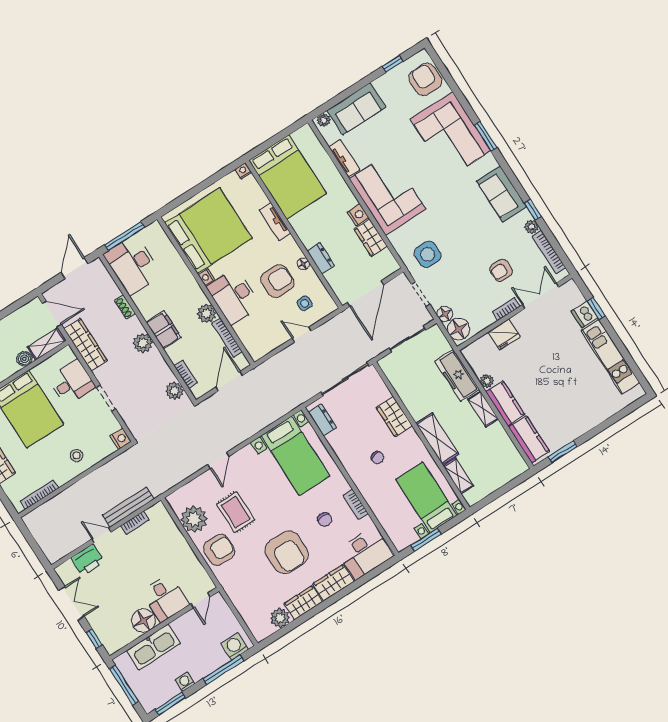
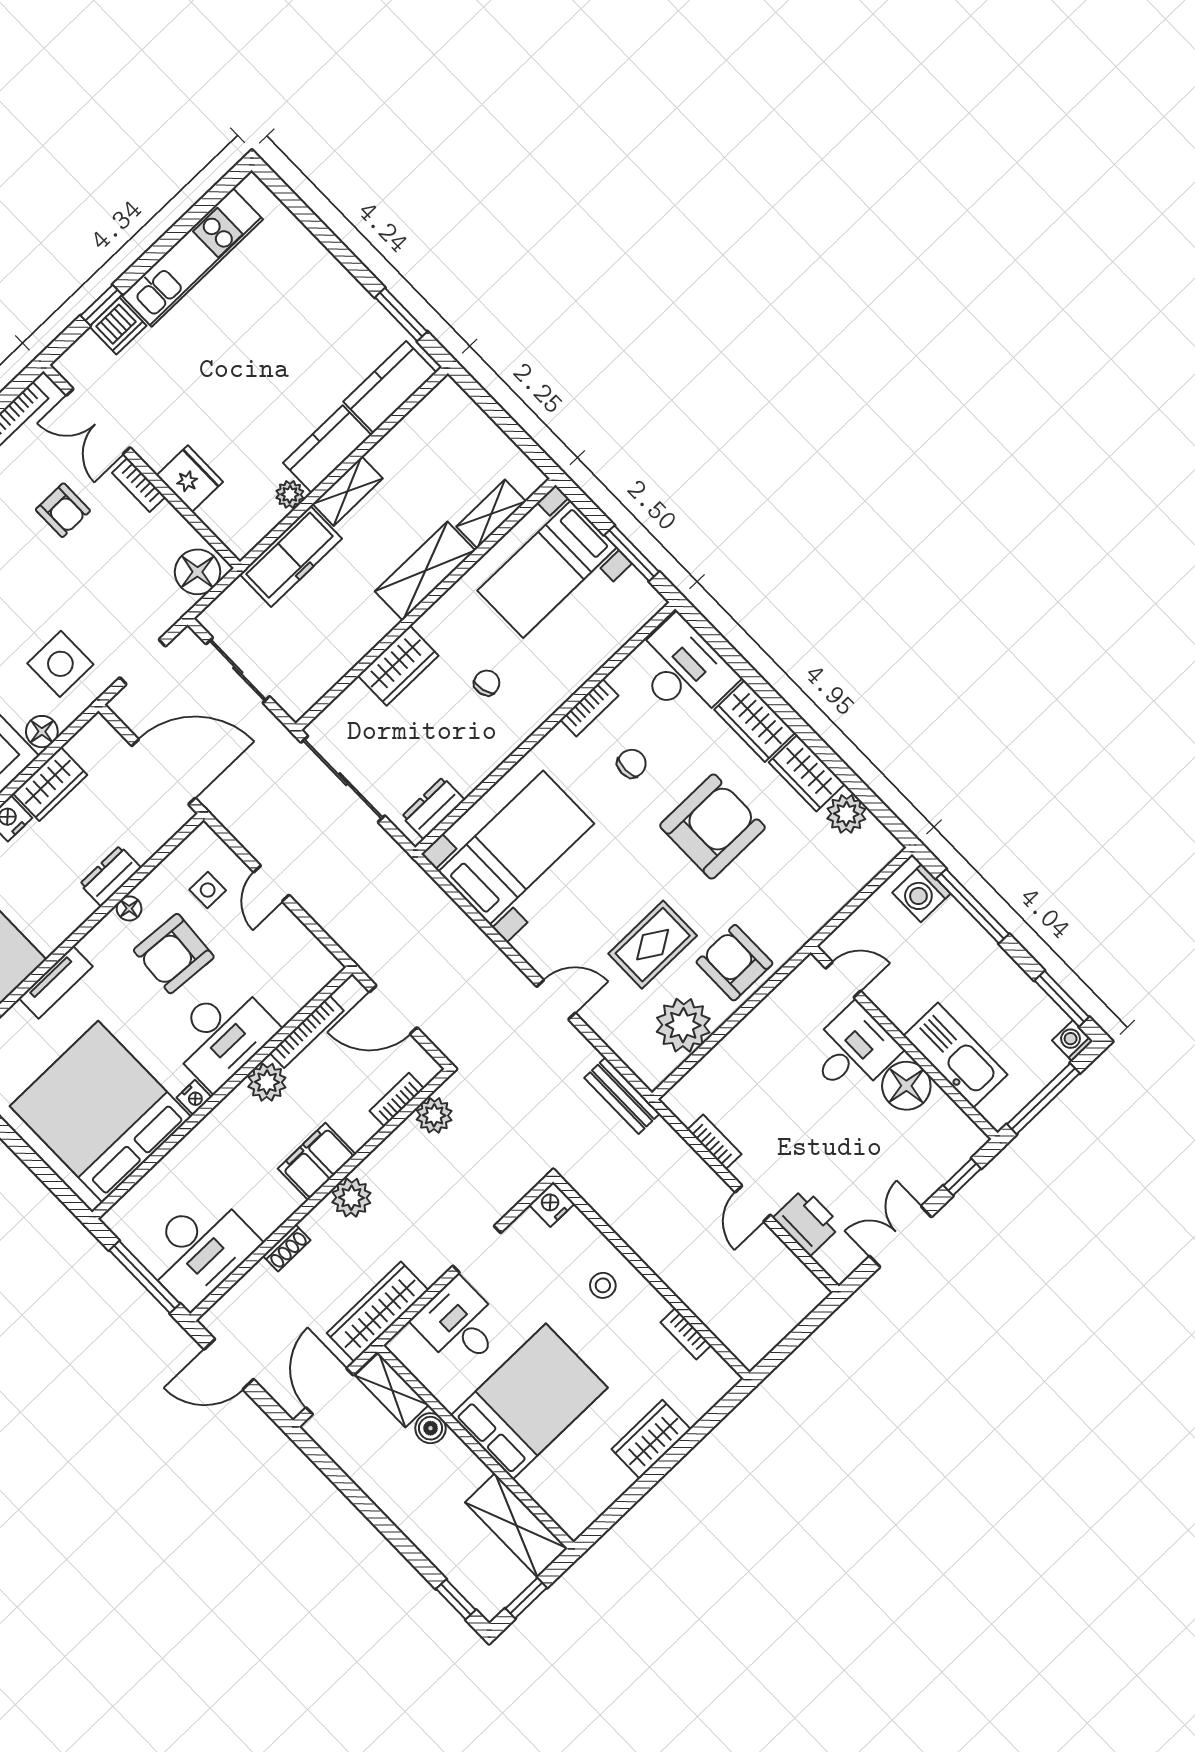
armchair: (277, 281) -> (174, 954), turned -86
floor lamp: (445, 314) -> (42, 732), moved
bookcase: (39, 495) -> (686, 1334), width x0.64
bench: (128, 507) -> (622, 1096), moved, width x0.73
washing machine: (185, 682) -> (1073, 1041), moved, turned 90

